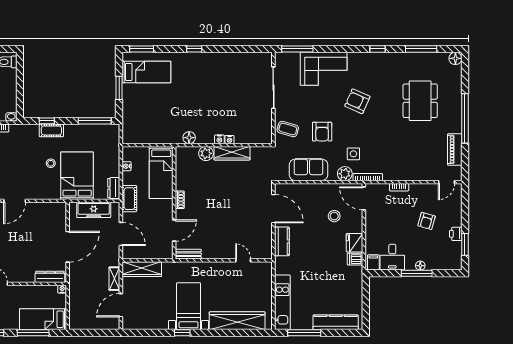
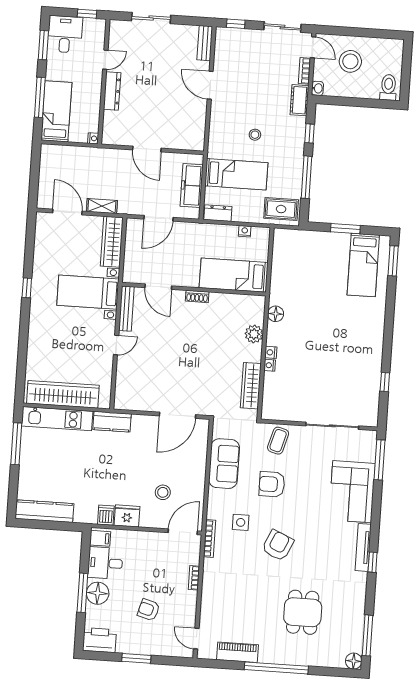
window: (194, 49) -> (385, 382), moved
window: (421, 49) -> (368, 635), moved
tv unit: (366, 57) -> (363, 547), added
armchair: (357, 101) -> (278, 545), moved
dining table: (420, 101) -> (303, 612), width x0.73
window: (95, 121) -> (307, 177), moved
cot: (51, 130) -> (299, 100), moved
rug: (107, 139) -> (281, 209), added
wardrobe: (232, 153) -> (251, 386), moved
plant: (345, 174) -> (216, 510), removed
bed: (77, 176) -> (236, 174), width x0.67
cot: (129, 199) -> (203, 232), removed
printer: (456, 234) -> (99, 640), moved, width x1.87, depth x1.48
kitchen counter: (282, 241) -> (112, 422), moved
window: (465, 244) -> (136, 658), moved
door: (68, 247) -> (147, 149), width x0.73
bench: (188, 254) -> (126, 309), width x1.36
door: (243, 260) -> (116, 345), moved
floor lamp: (420, 266) -> (98, 593), width x1.89, depth x1.89
dresser: (50, 277) -> (112, 91), moved
bed with nightstands: (189, 306) -> (88, 292), moved, turned 180
wardrobe: (237, 321) -> (63, 394), moved, turned -90
kitchen counter: (336, 322) -> (44, 511), moved, turned -90

